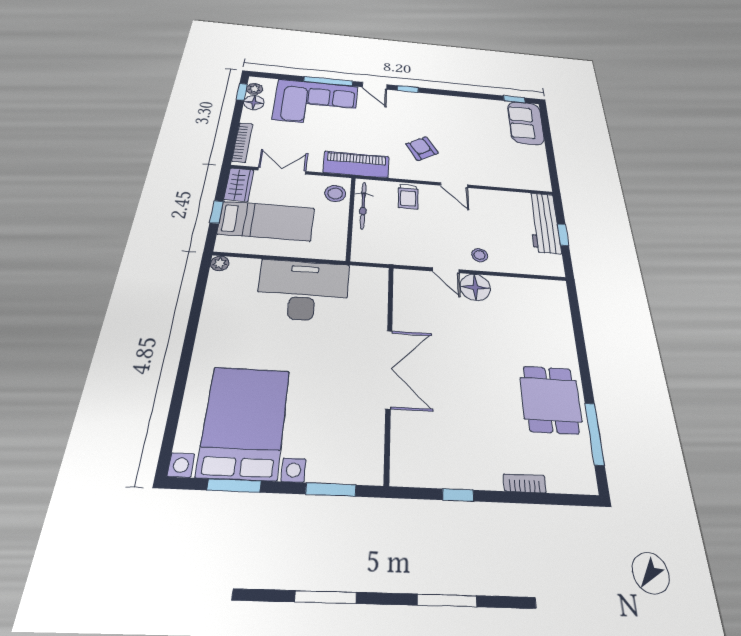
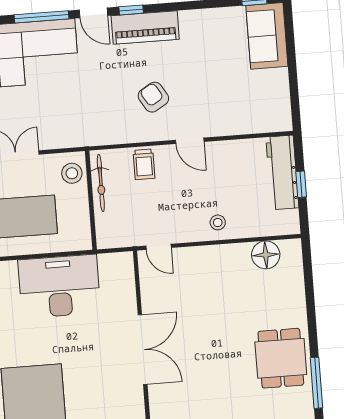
piano: (356, 164) -> (145, 27), moved, turned 180
door: (446, 270) -> (159, 247), moved
floor lamp: (475, 287) -> (266, 255), moved

